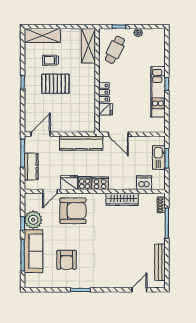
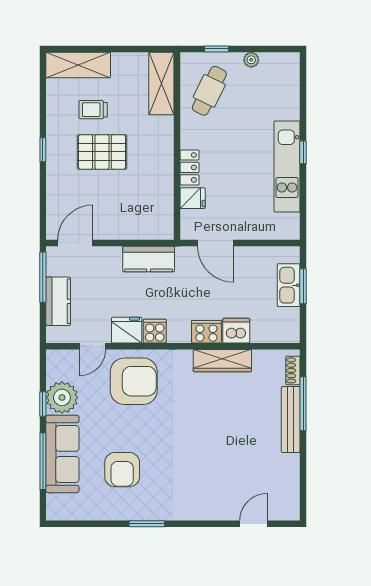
kitchen counter: (81, 143) -> (149, 259), width x0.67
cooker: (100, 183) -> (206, 332), moved
dishwasher: (144, 183) -> (236, 331), moved
bench: (160, 262) -> (291, 420), moved

